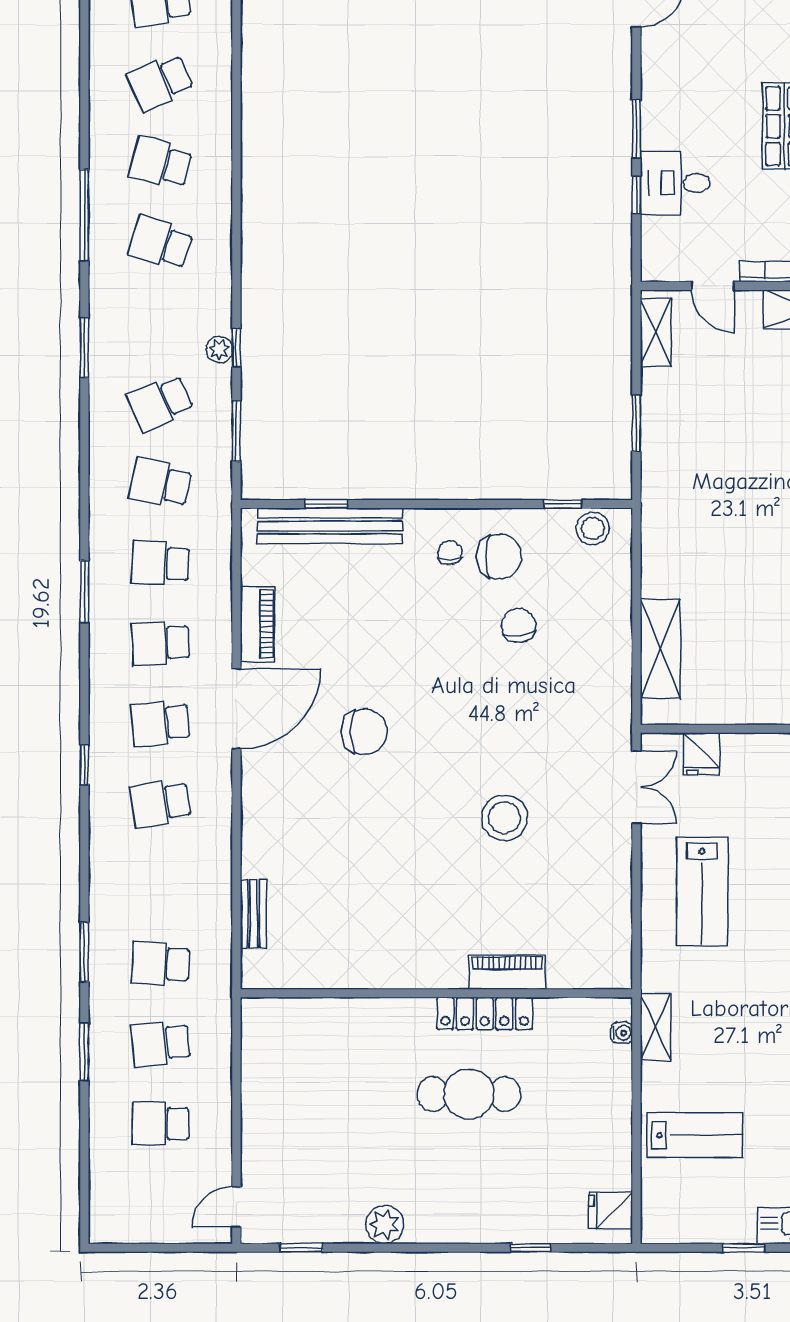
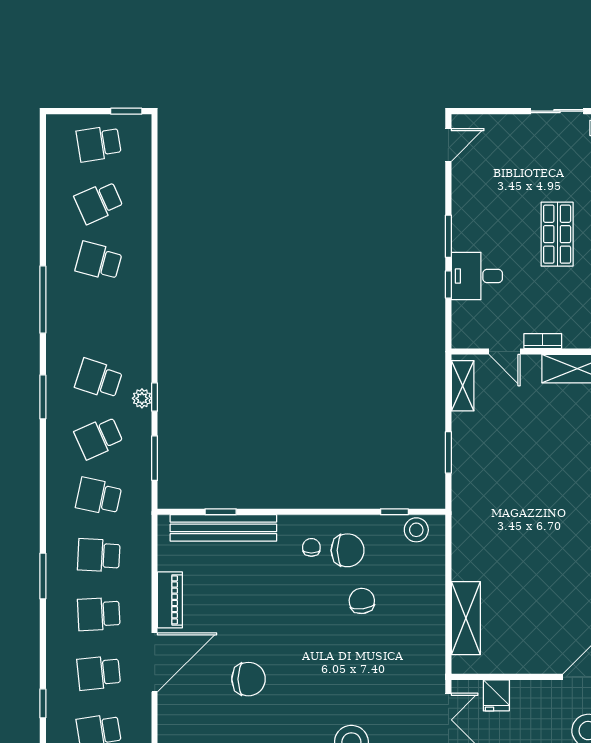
school desk: (160, 243) -> (99, 379), moved

